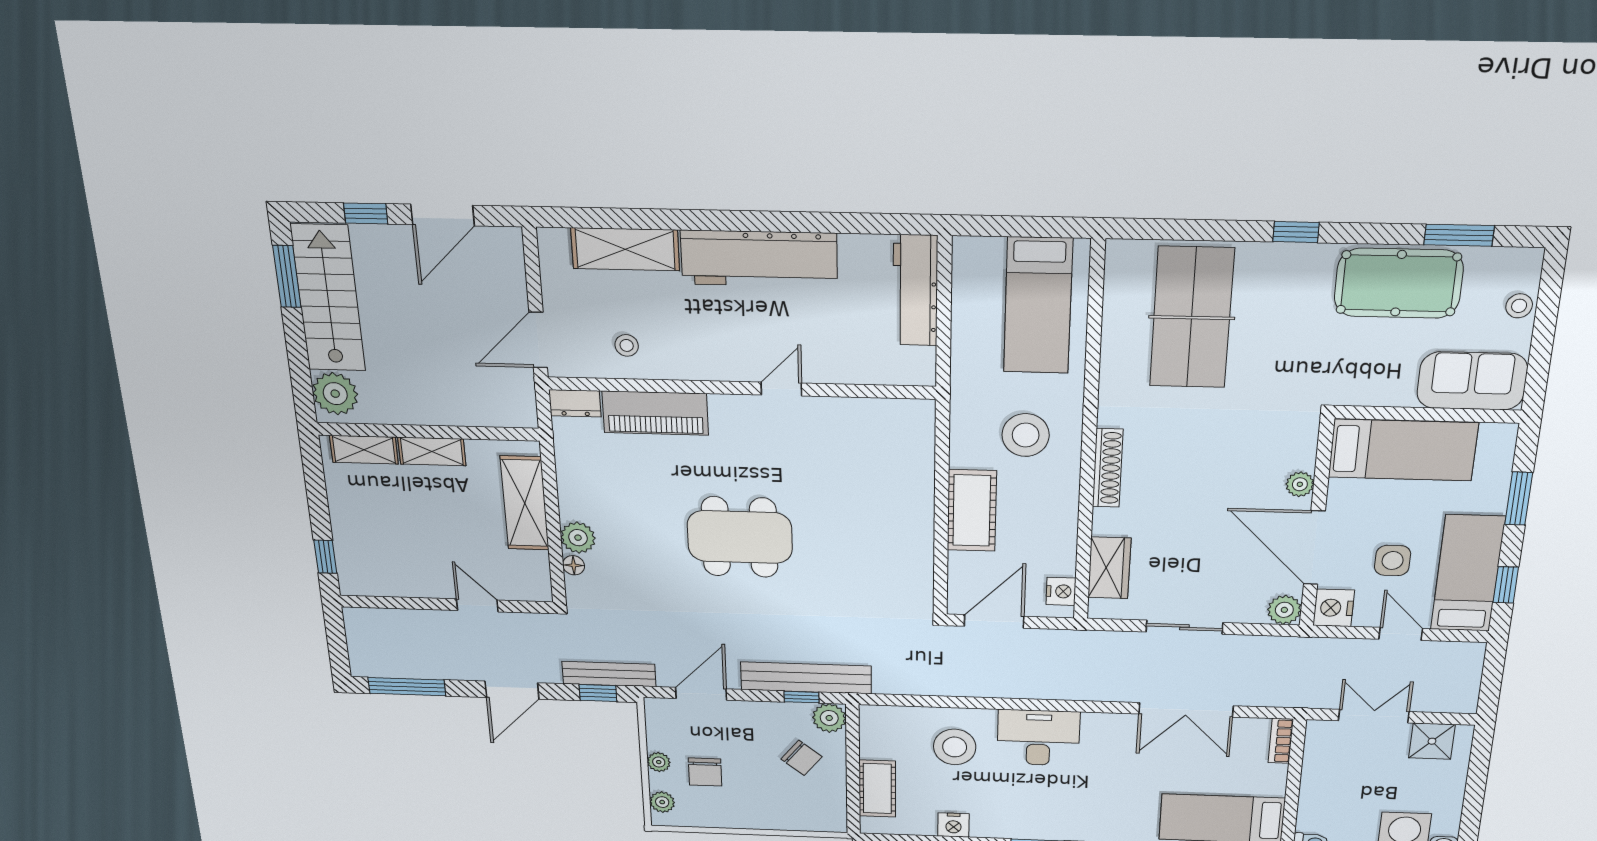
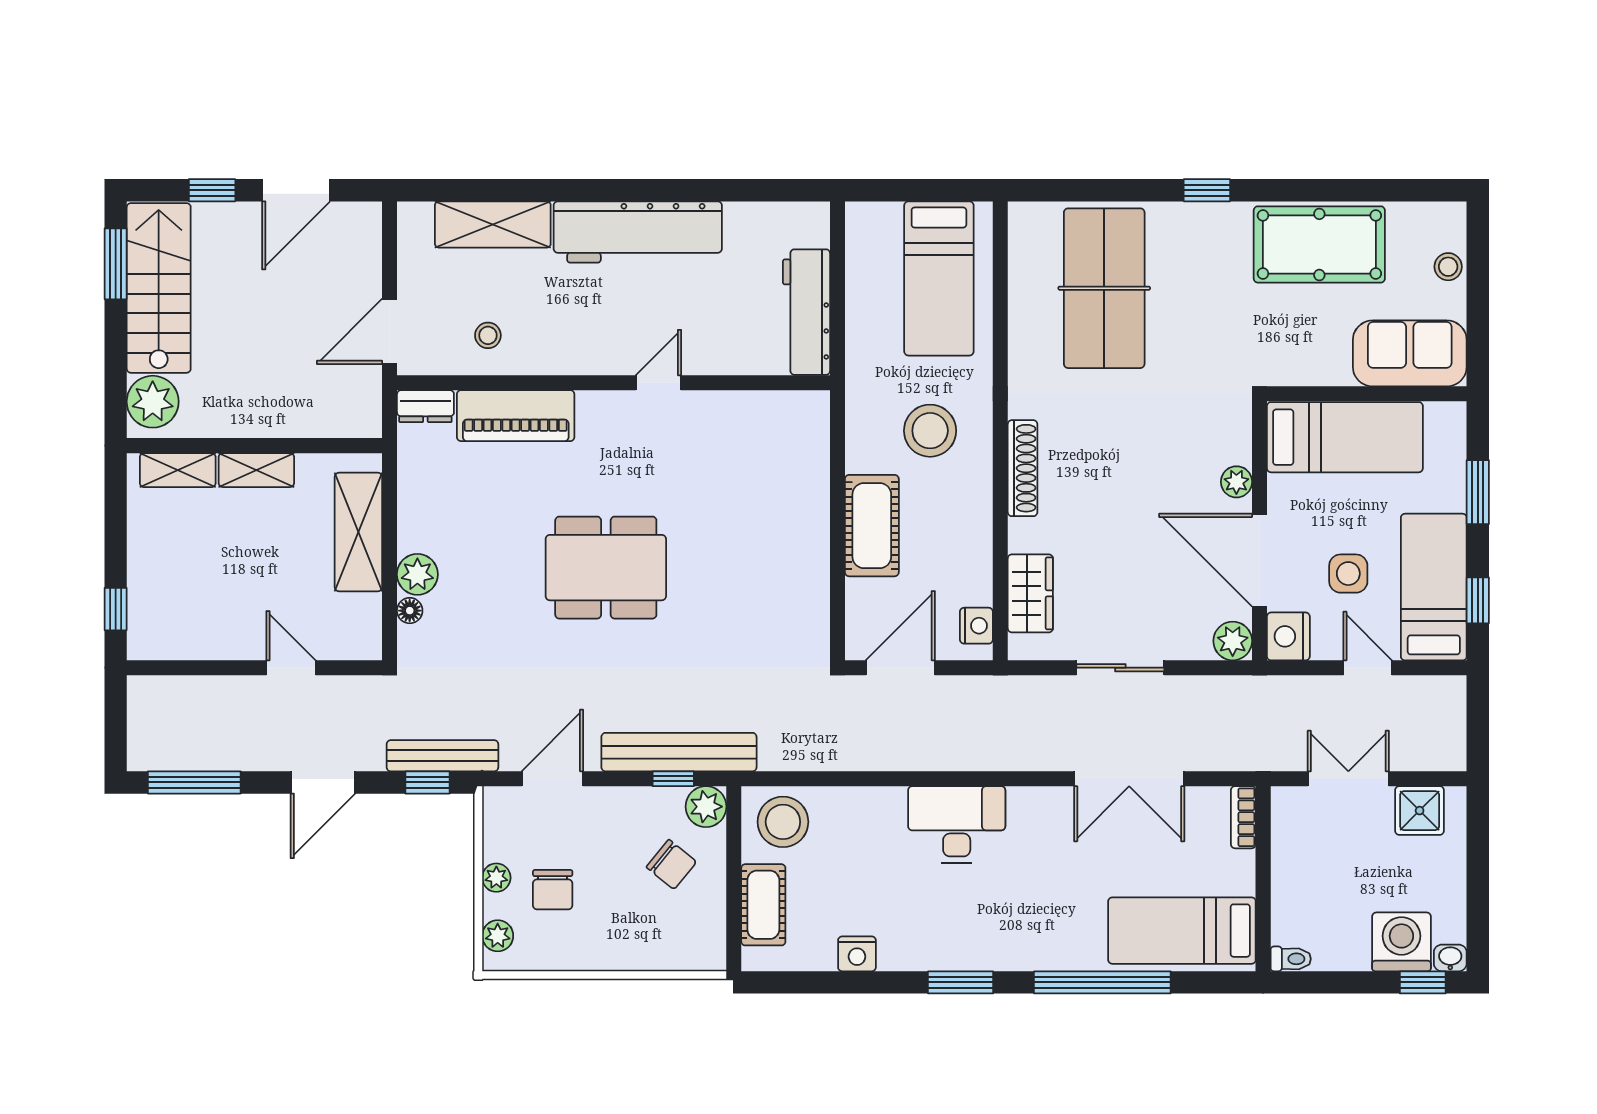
window: (1459, 235) -> (1376, 190), removed
workbench: (915, 290) -> (806, 312), moved
stool: (955, 747) -> (783, 822), moved

